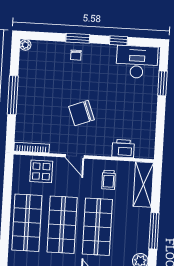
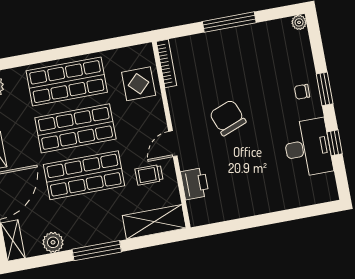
desk: (137, 62) -> (308, 148), moved
window: (162, 83) -> (293, 214), removed
door: (75, 156) -> (173, 144), moved

